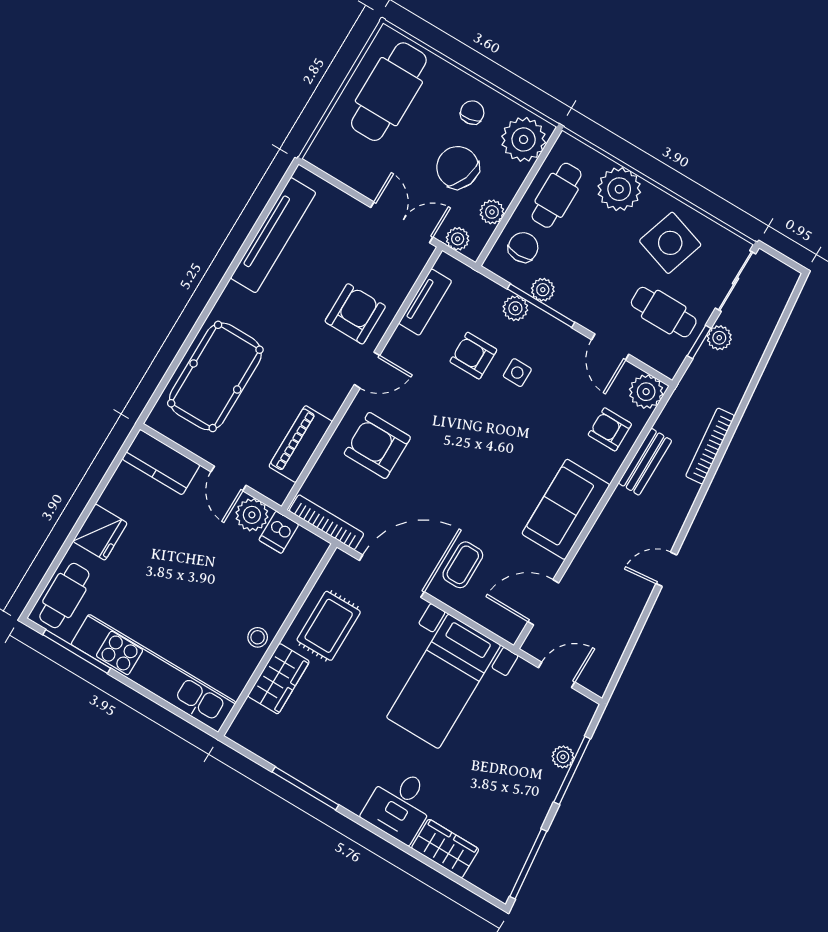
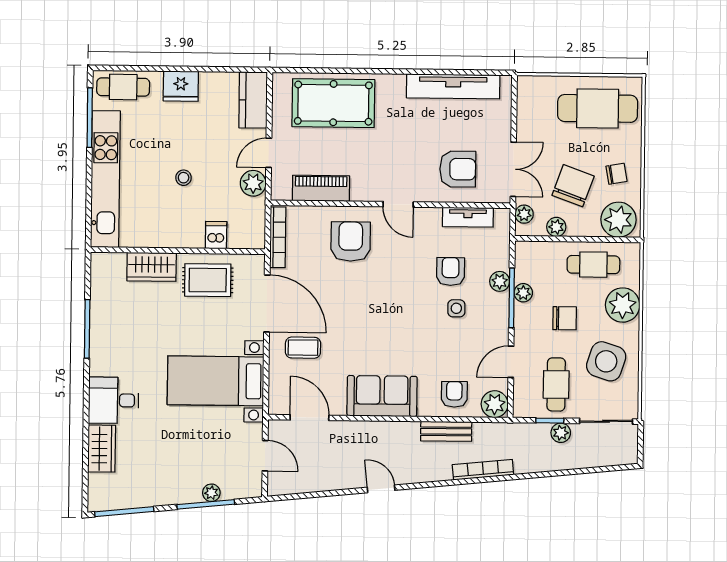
chair: (523, 247) -> (565, 318), moved
armchair: (355, 314) -> (458, 169), moved
dishwasher: (279, 532) -> (216, 235), moved, turned 90
stool: (258, 637) -> (184, 178), moved

